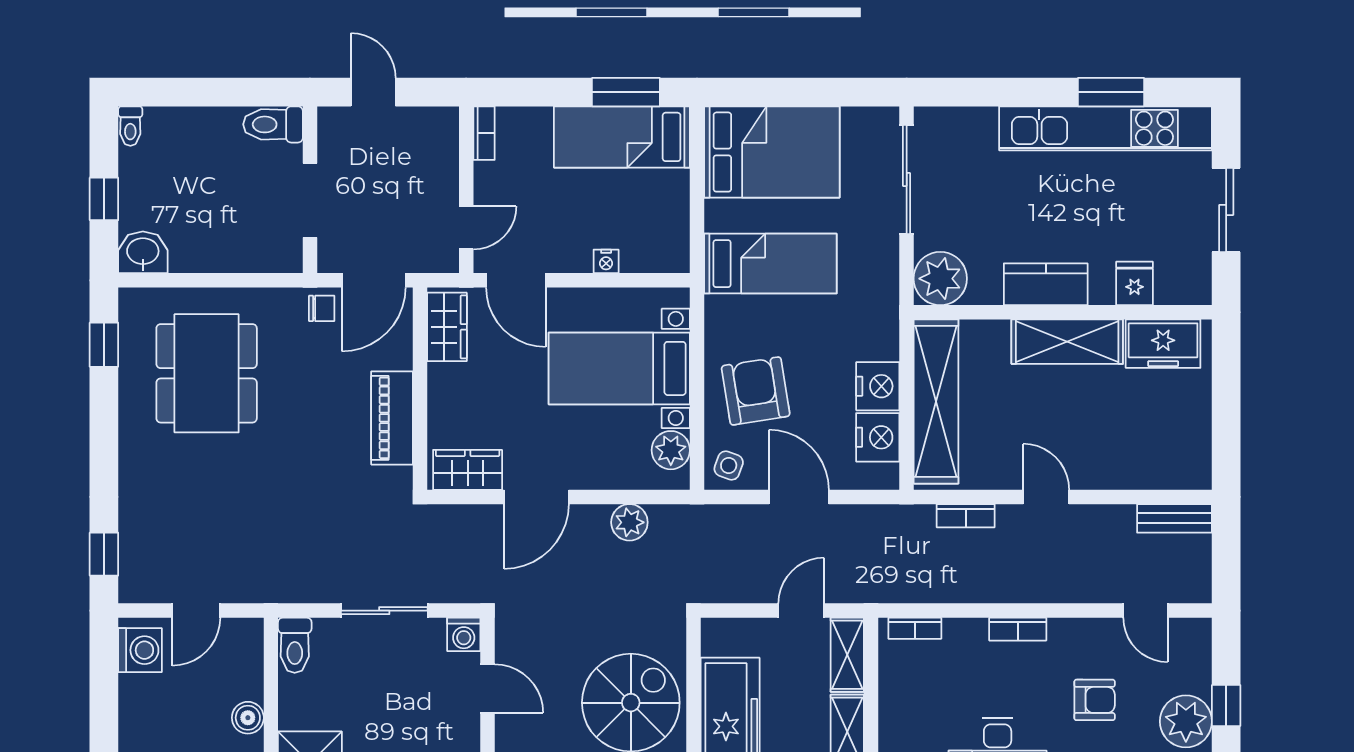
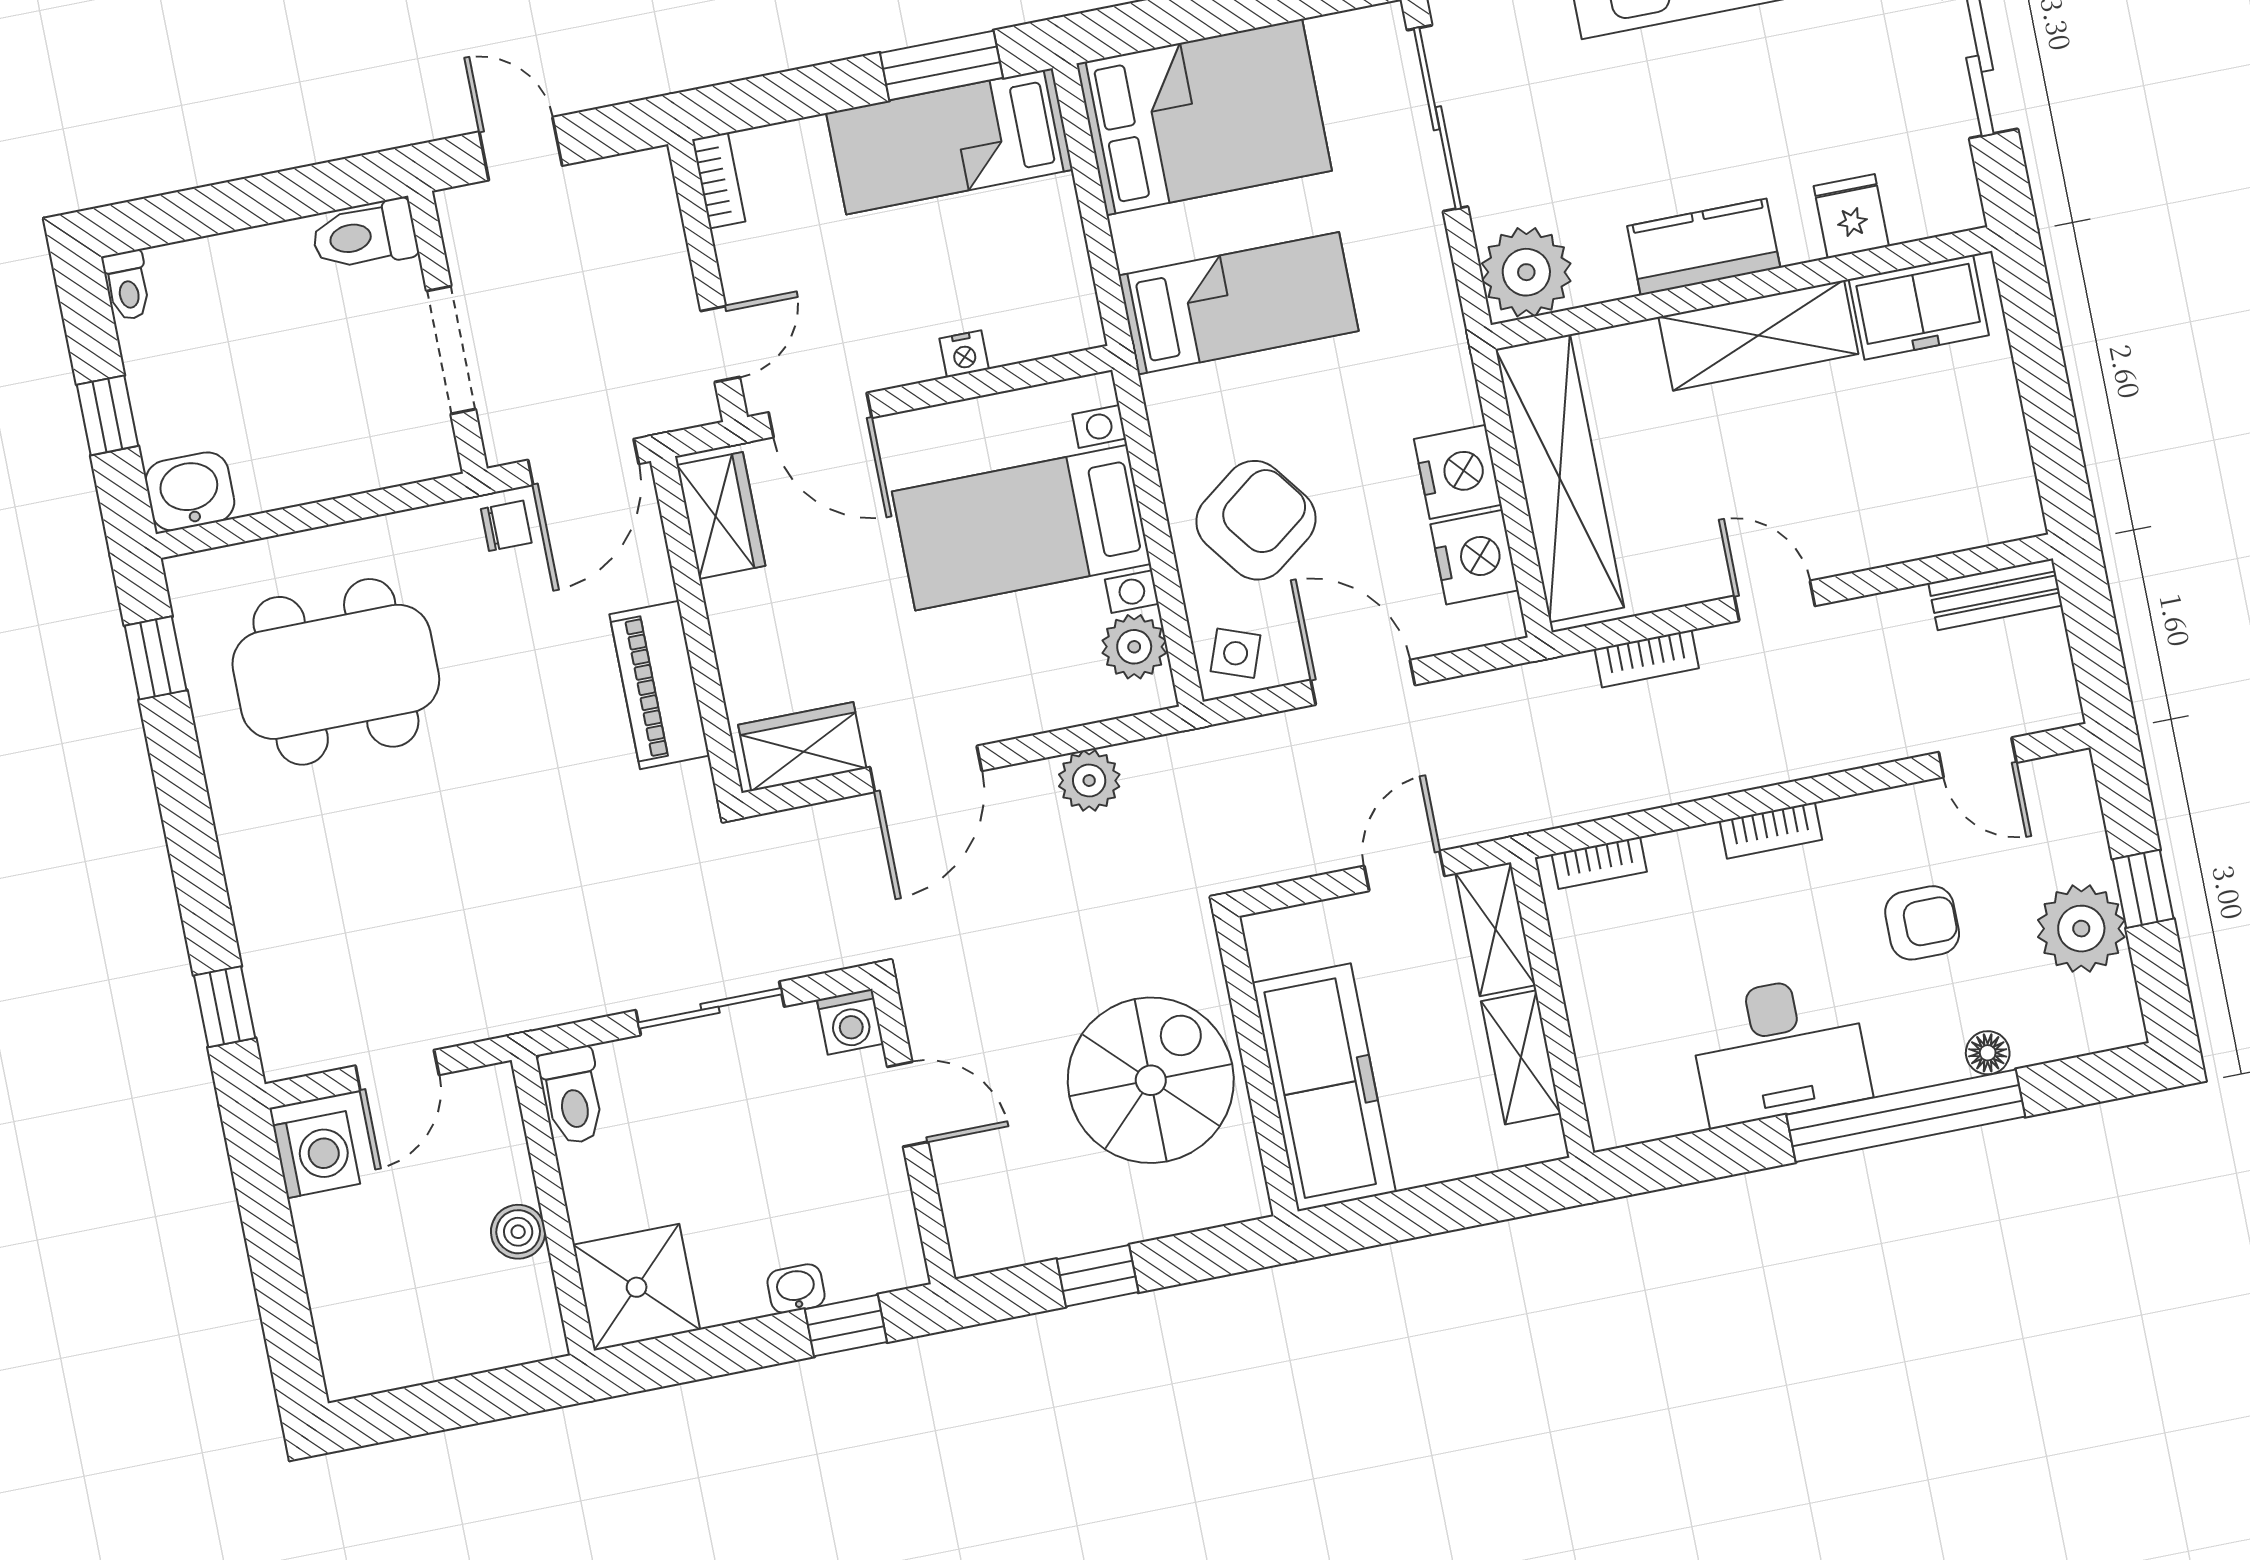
dining table: (207, 373) -> (336, 672), turned 90
armchair: (756, 391) -> (1256, 520), turned 62

